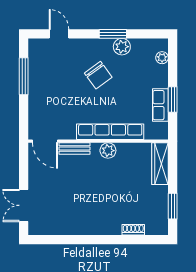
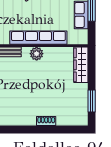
shoe rack: (133, 230) -> (46, 121), moved

